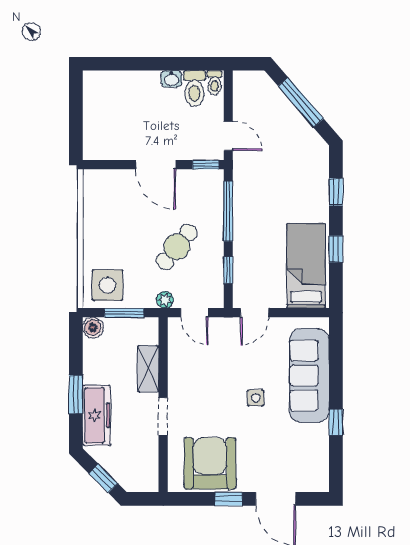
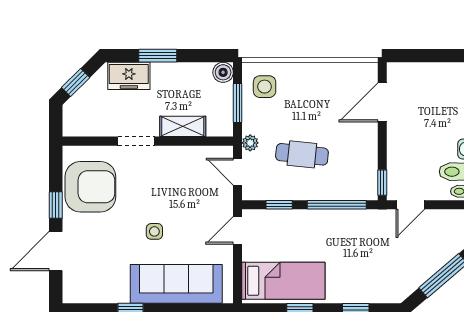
door: (156, 165) -> (382, 102), moved
cafe table: (177, 247) -> (302, 154), turned -33
side table: (107, 285) -> (265, 87), width x0.73, depth x0.73
door: (194, 313) -> (238, 172), hinge flipped
door: (254, 313) -> (238, 230), hinge flipped
freezer: (96, 415) -> (129, 76), width x0.71

